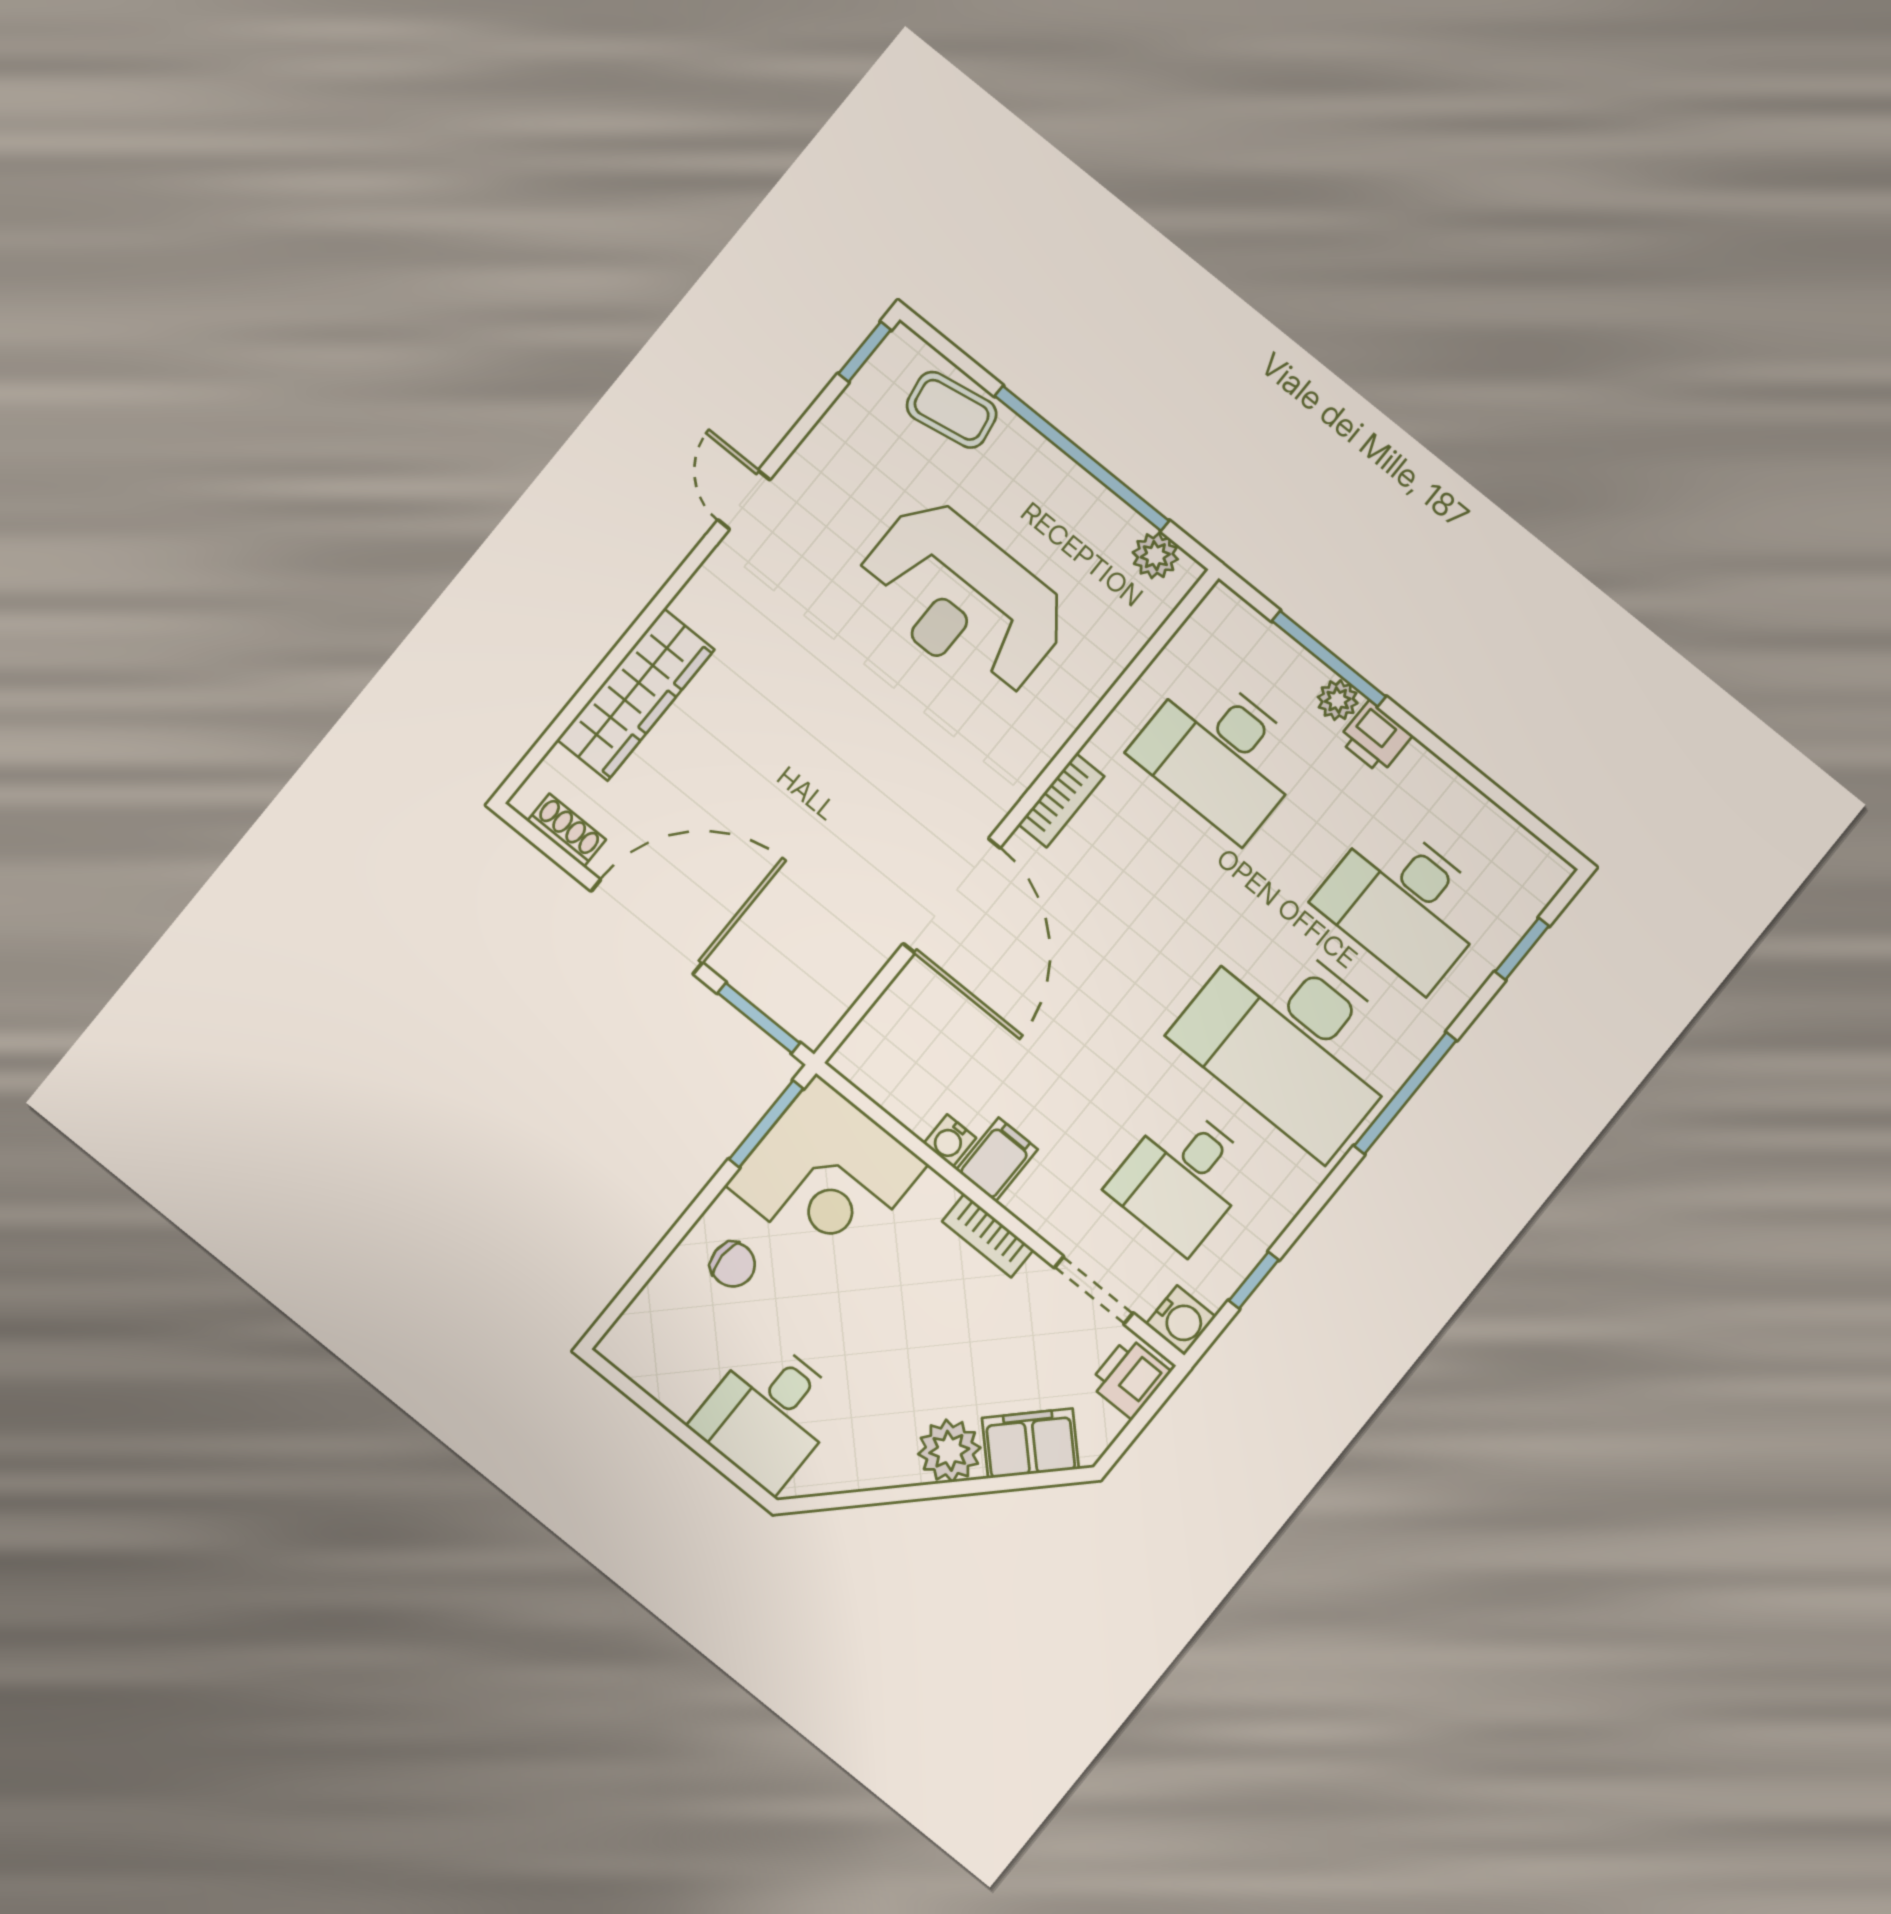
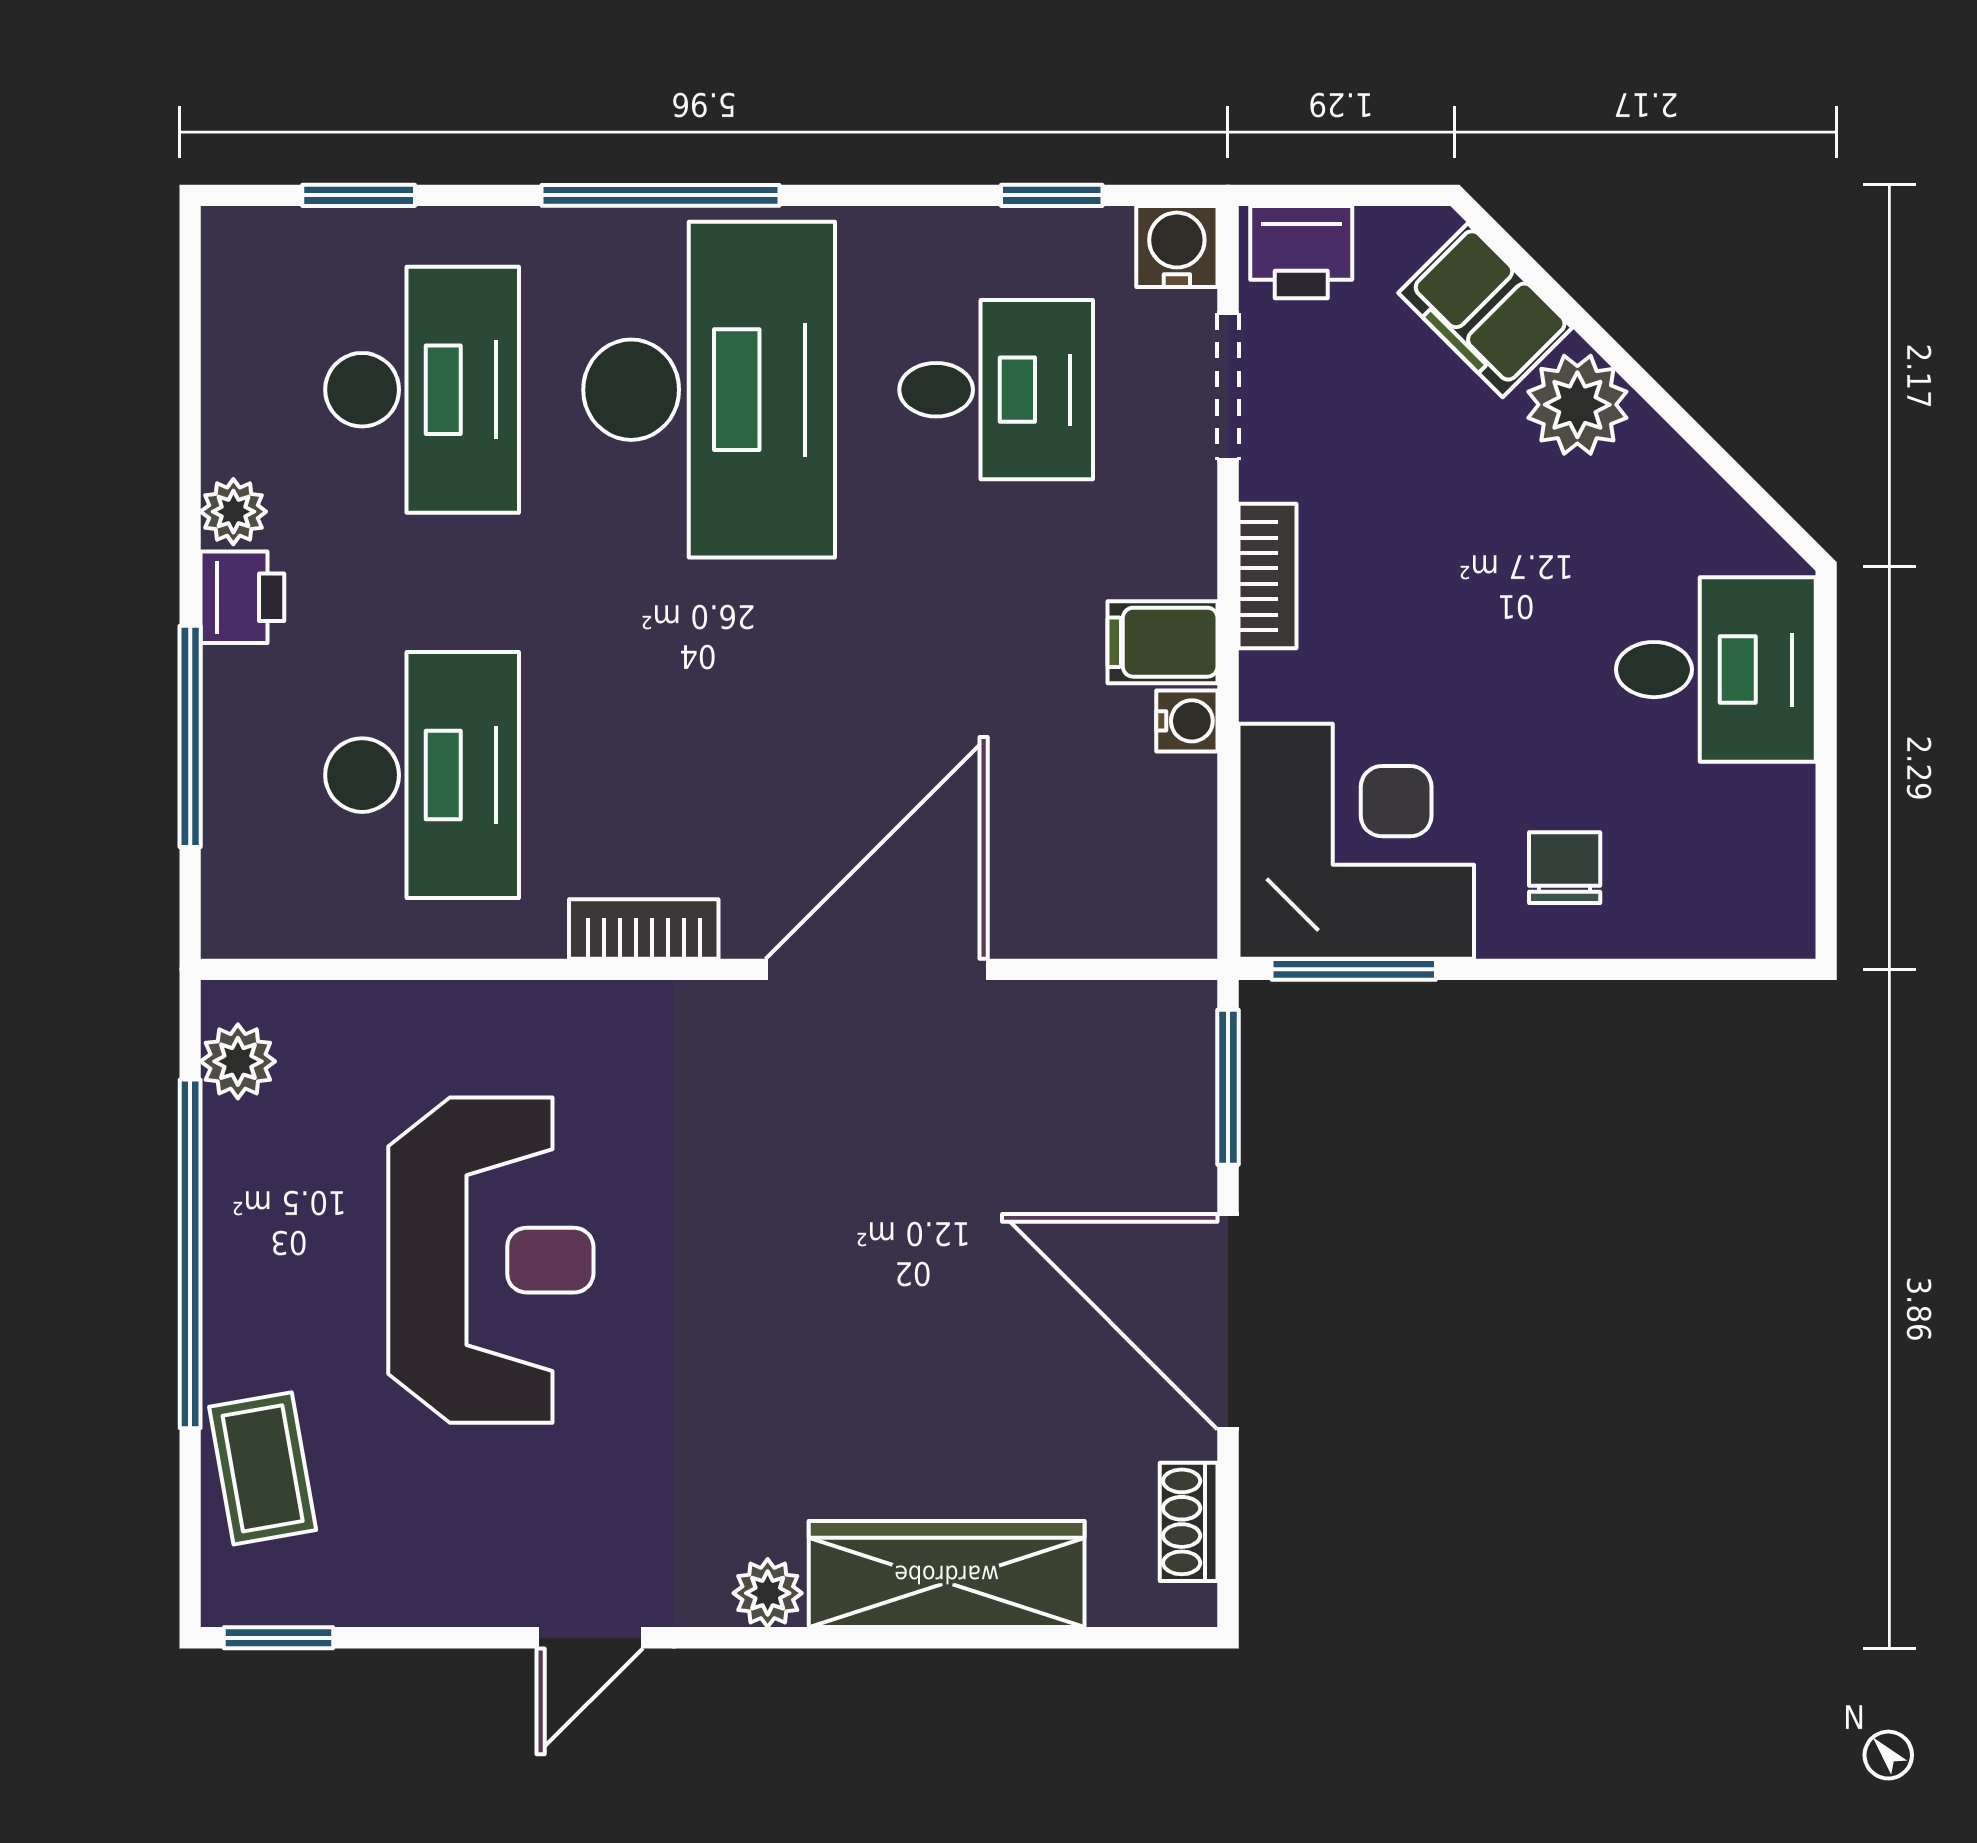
plant: (696, 602) -> (768, 1593), added
plant: (1338, 700) -> (233, 512), moved

